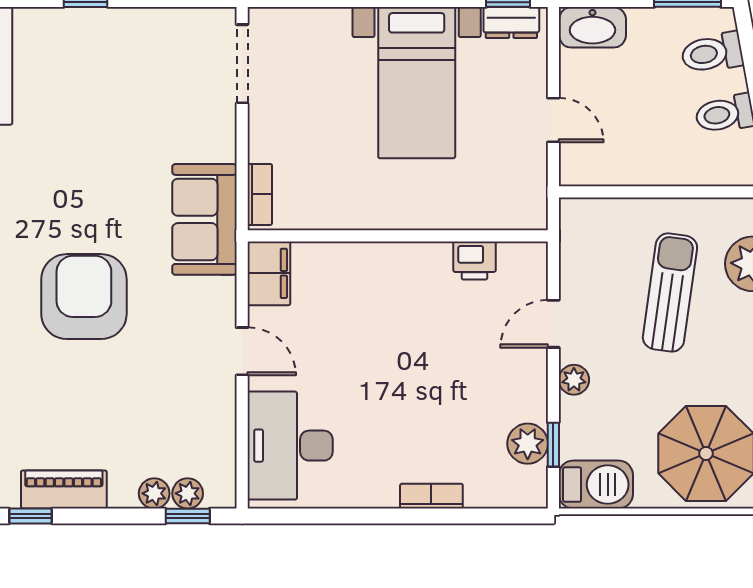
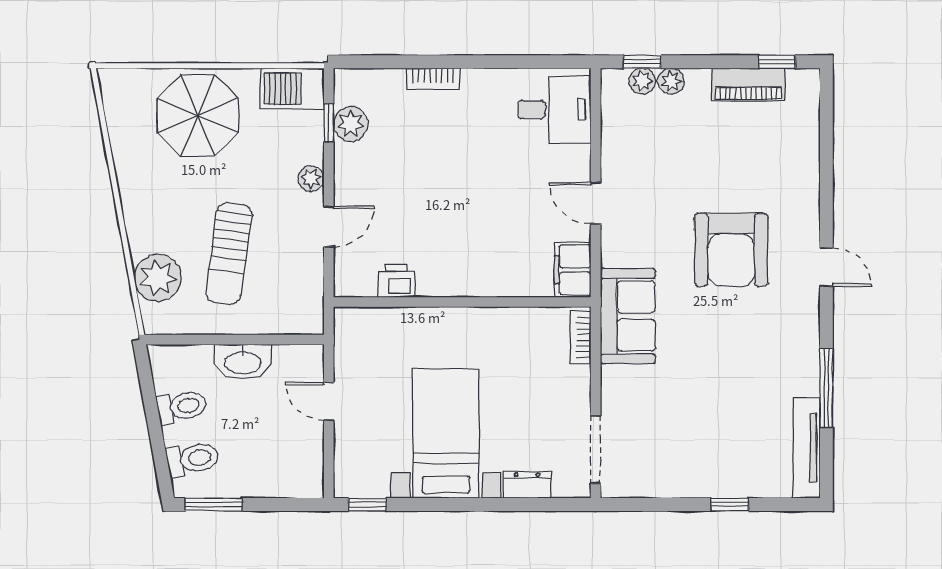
dresser: (511, 23) -> (527, 485), moved
washbasin: (592, 27) -> (243, 362), moved, turned 180
desk: (290, 446) -> (554, 110), width x0.73

